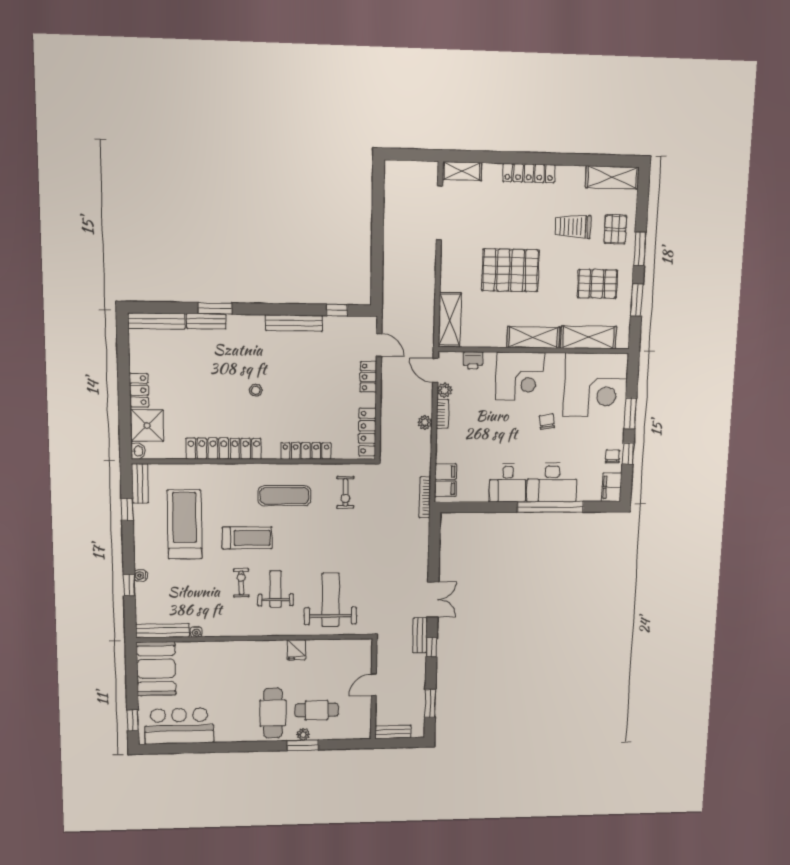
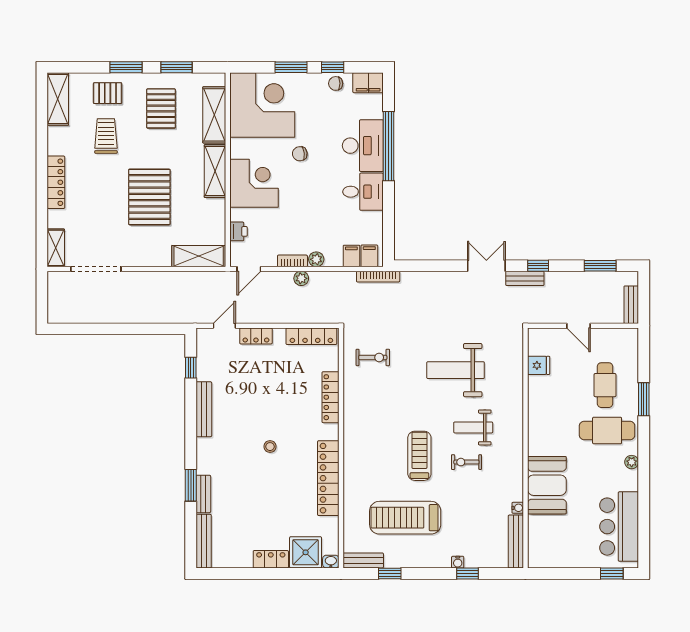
trolley: (573, 227) -> (106, 136), turned 180
plant: (445, 390) -> (316, 259), moved
exercise mat: (284, 496) -> (376, 419), removed
weight bench: (331, 600) -> (456, 370), moved
fridge: (296, 650) -> (539, 365), moved
booth: (156, 669) -> (547, 485), moved, turned 90
plant: (303, 734) -> (632, 462), moved

